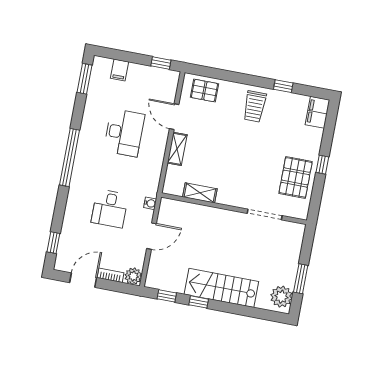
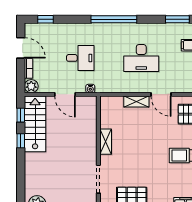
door: (174, 117) -> (161, 94), swing flipped
shelving: (200, 193) -> (106, 142), moved
desk: (110, 208) -> (80, 58), turned 180
stairs: (221, 288) -> (35, 124), moved

